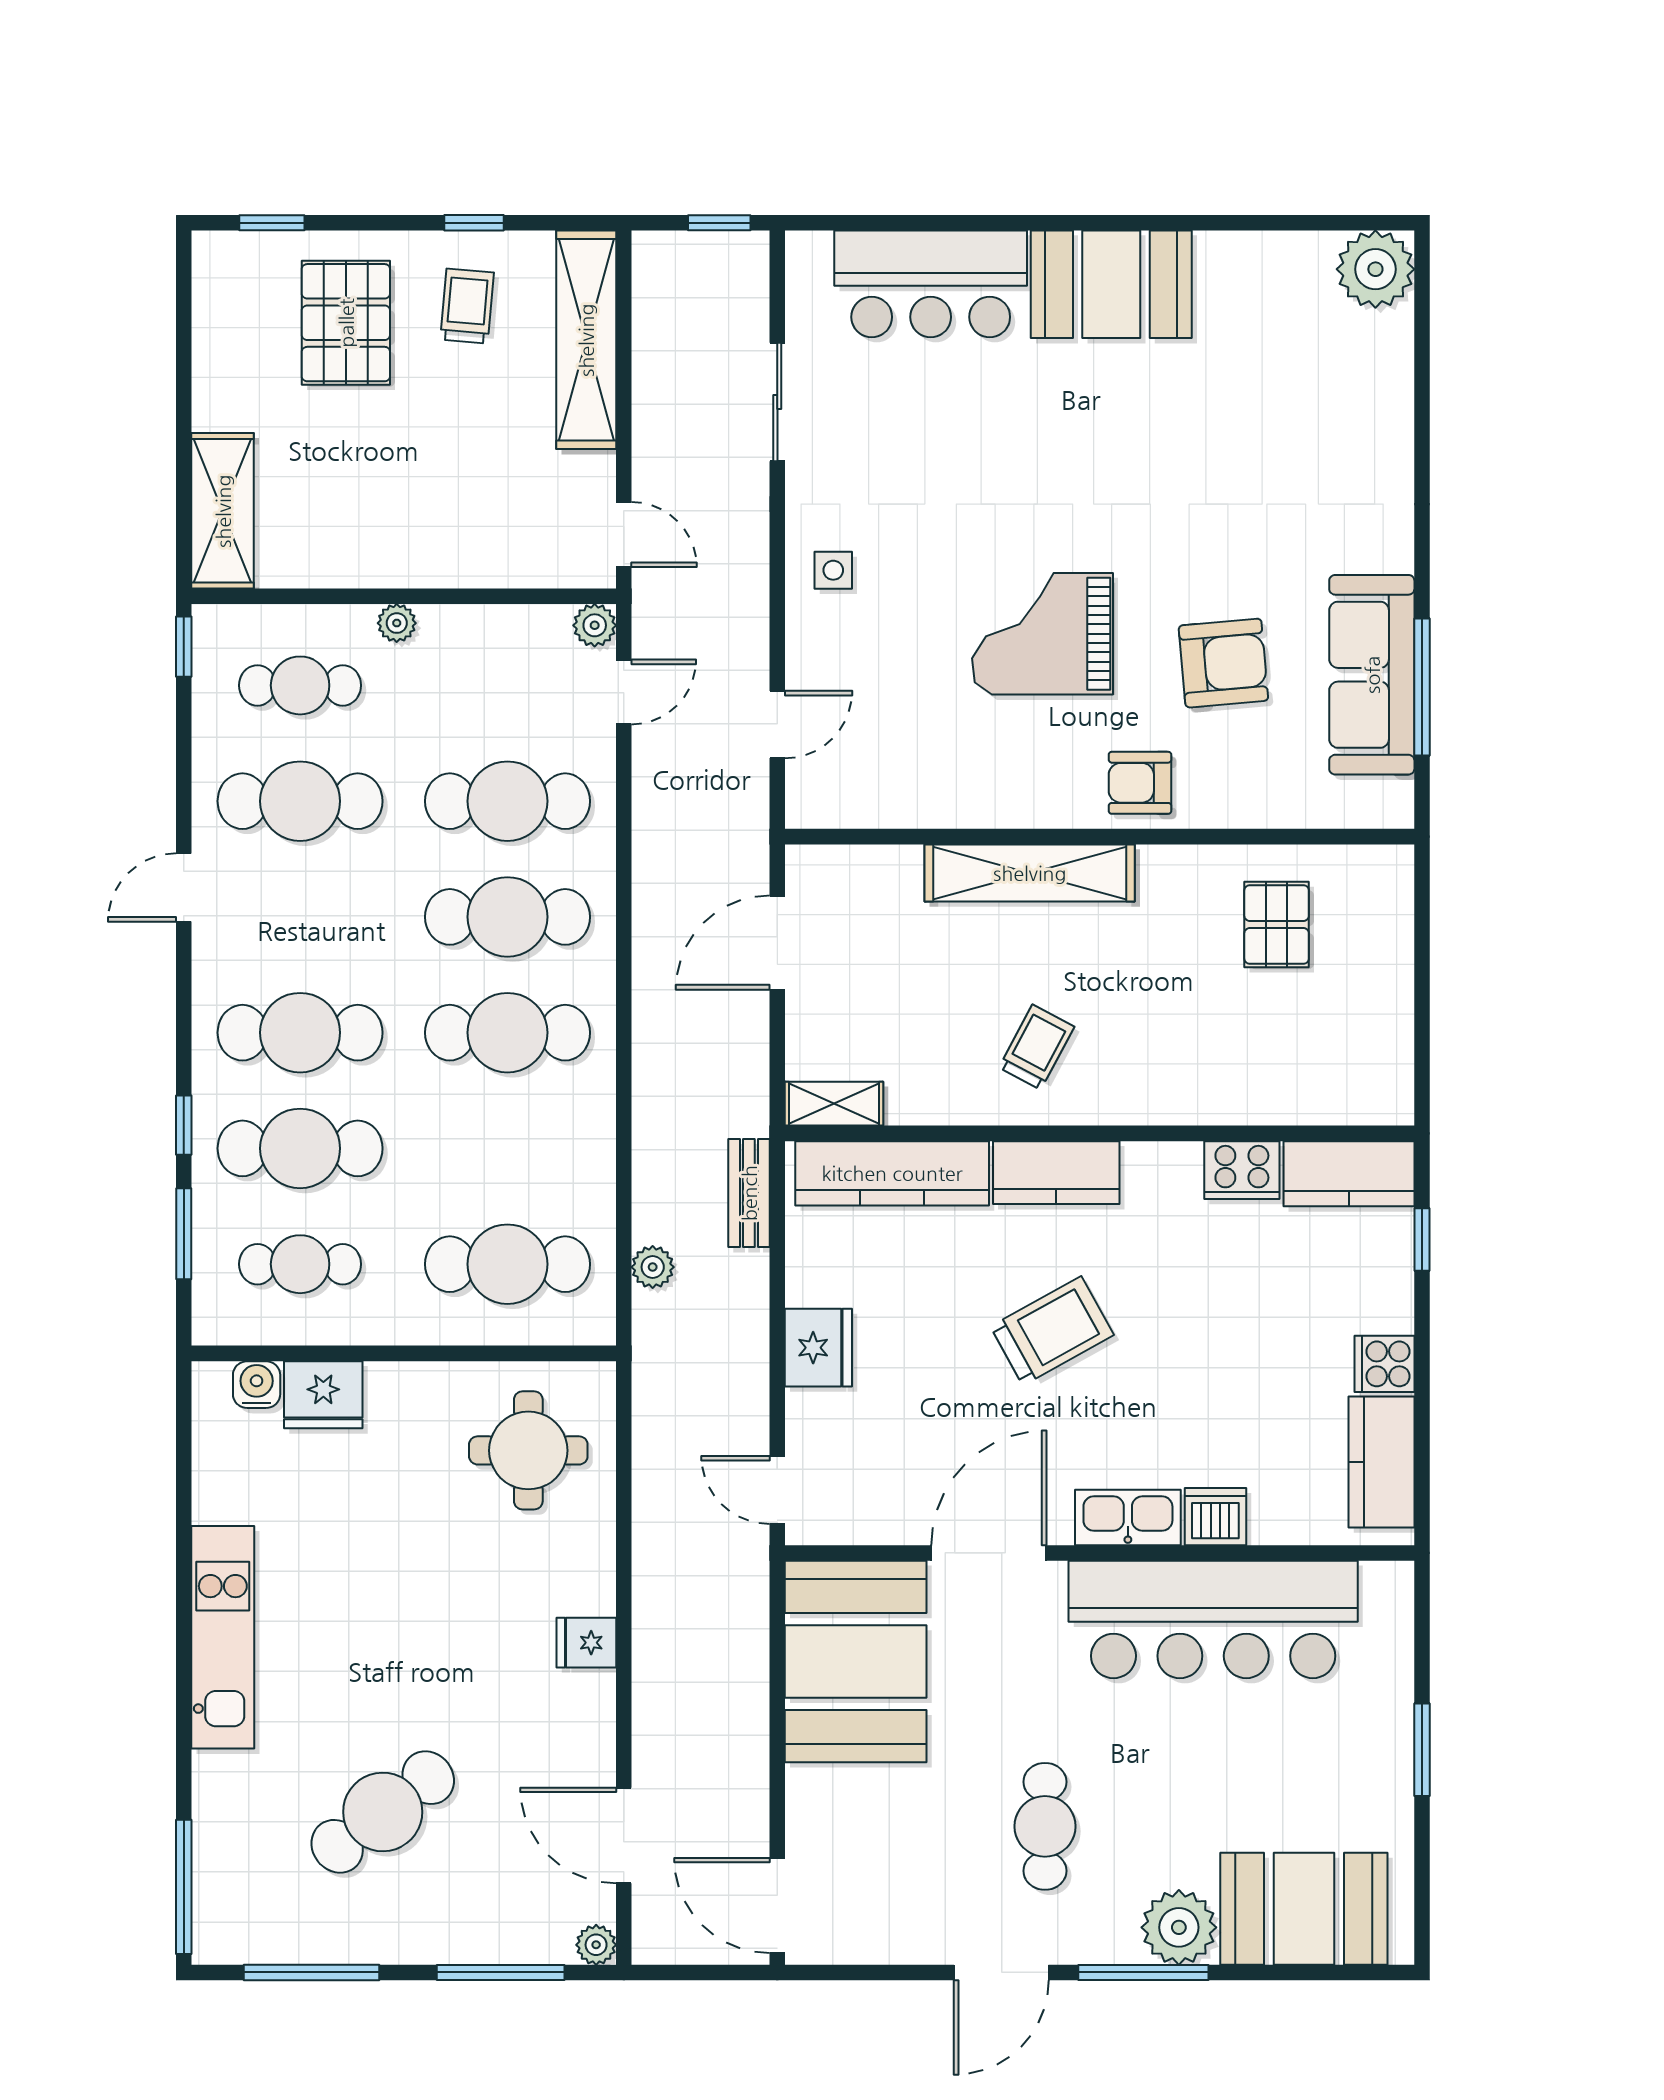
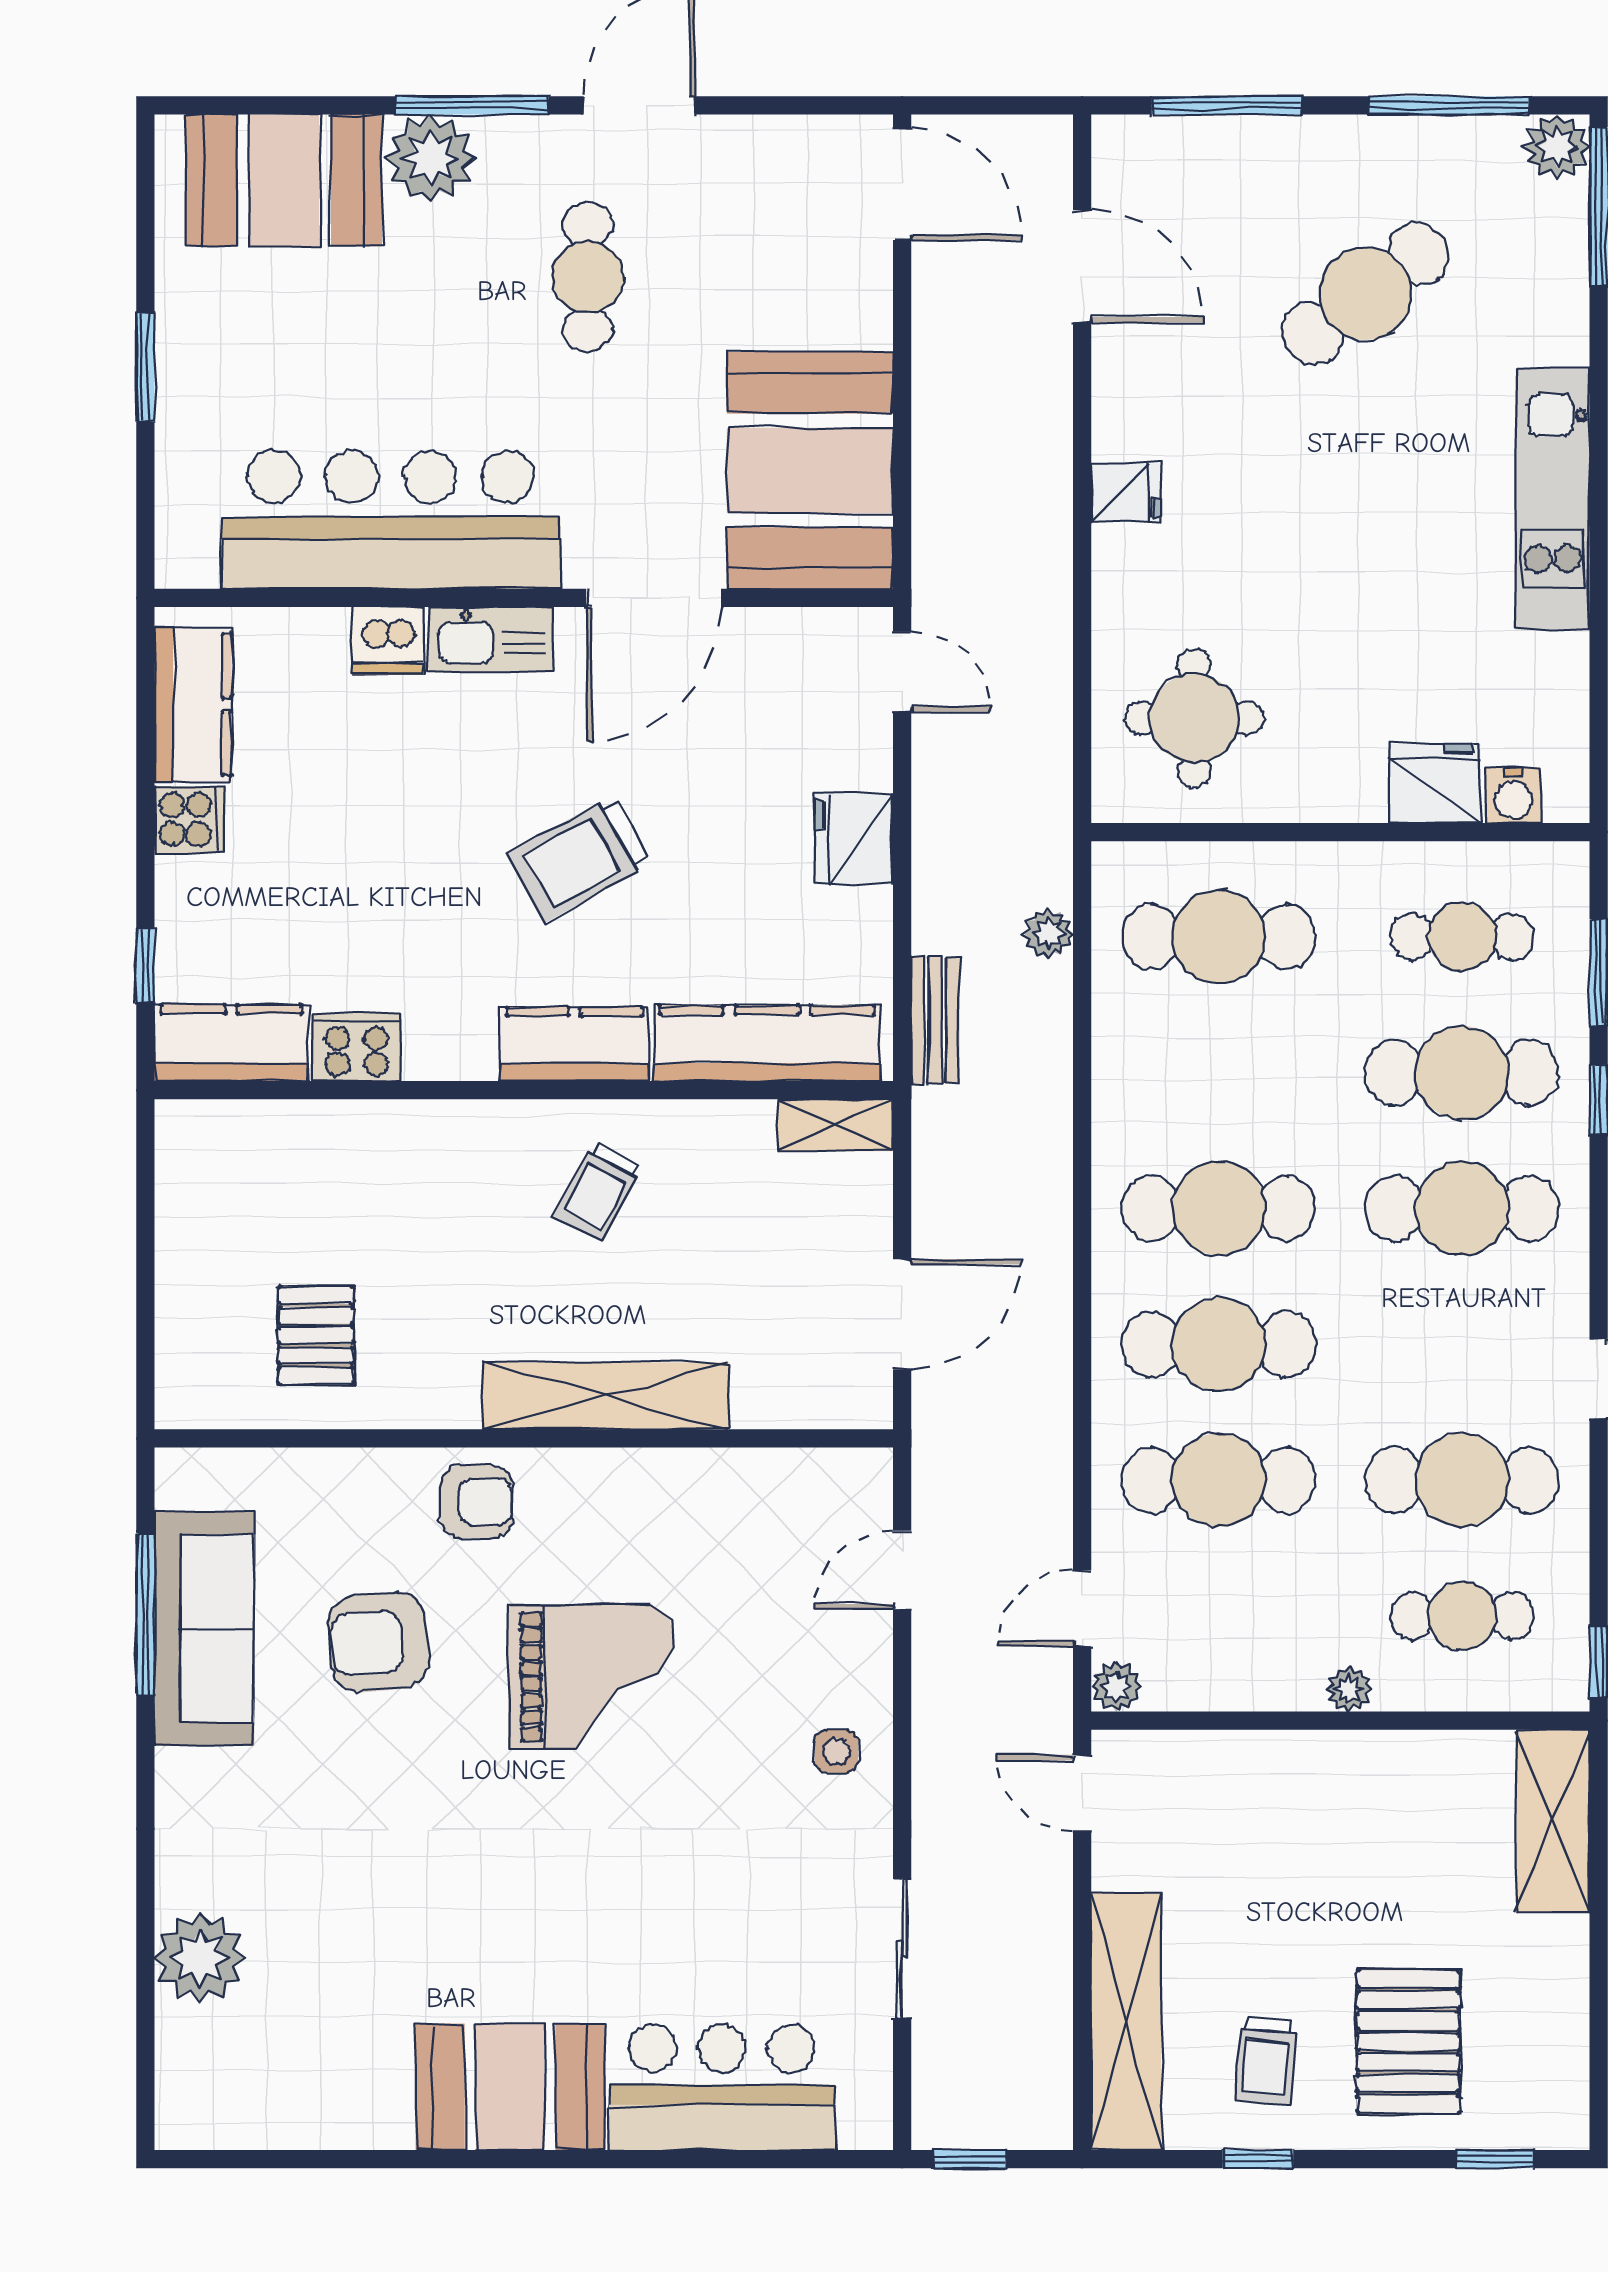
plant: (1375, 269) -> (200, 1958), moved
plant: (596, 1945) -> (1557, 147), moved, width x1.38, depth x1.38

